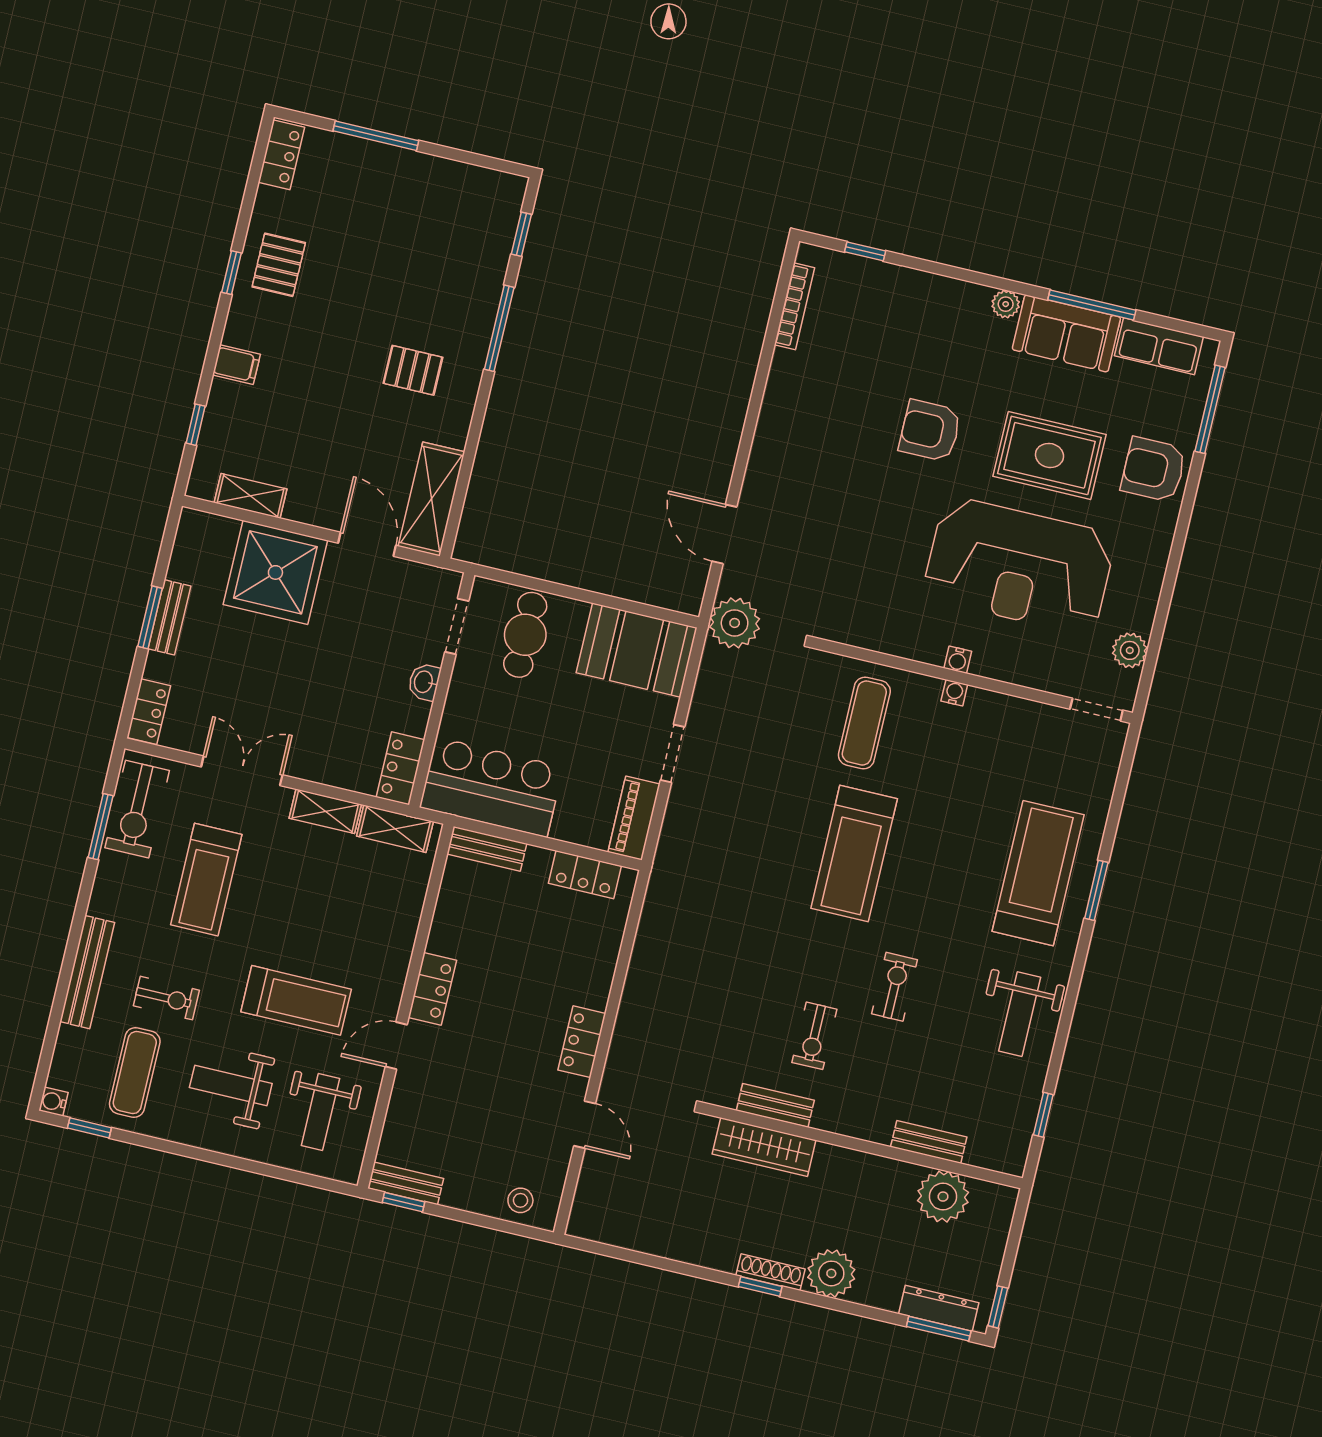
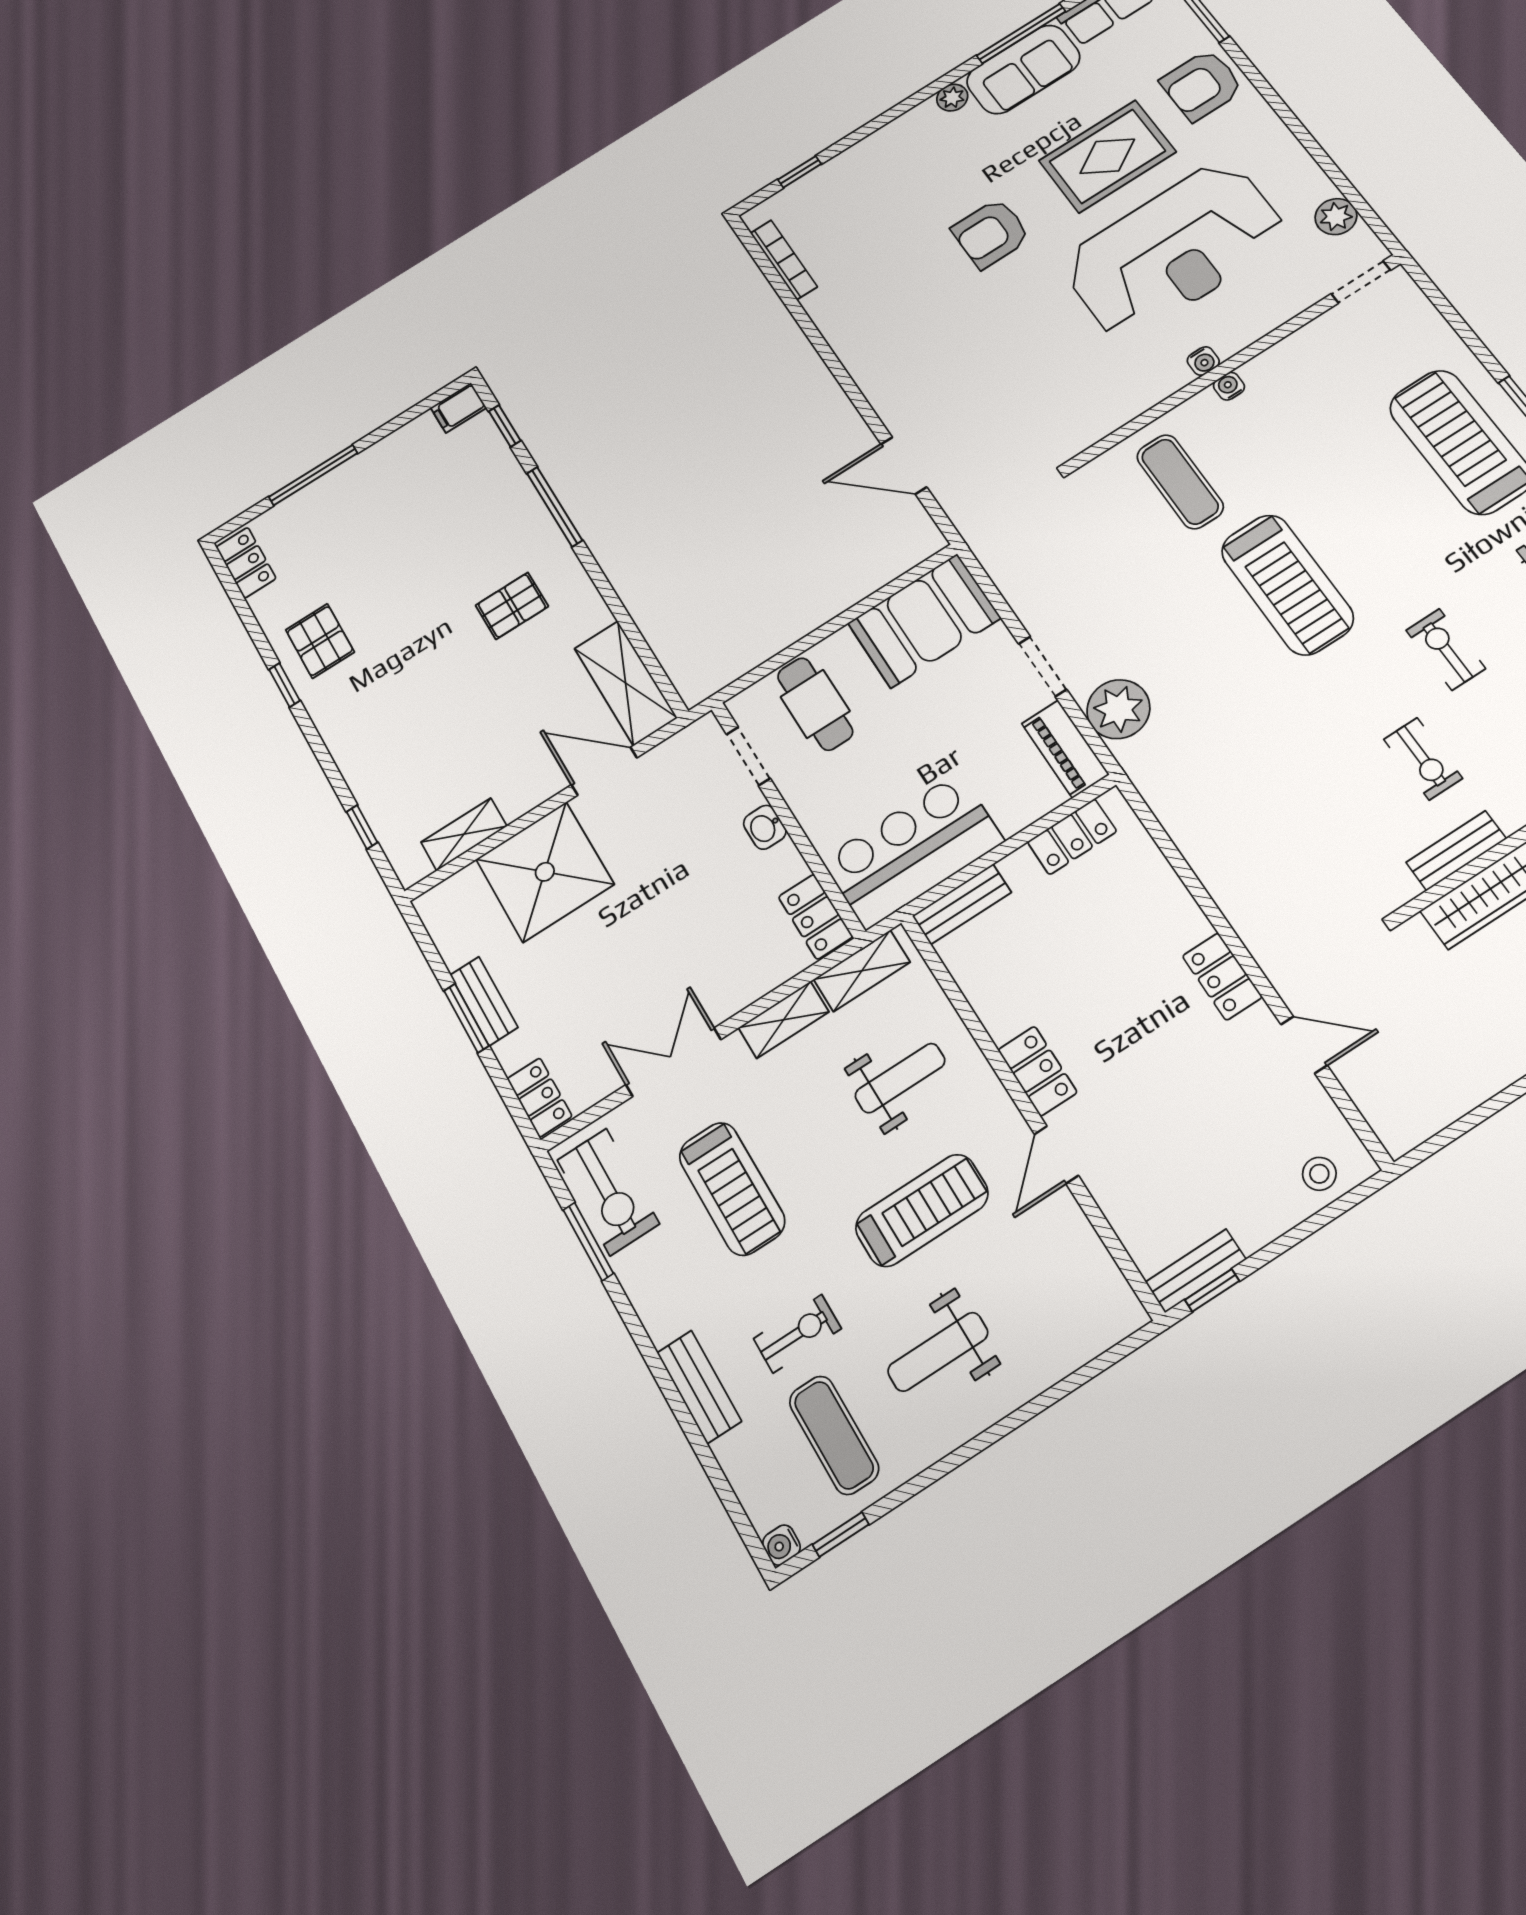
filing cabinet: (236, 365) -> (458, 408), moved, turned 180
plant: (735, 623) -> (1118, 709), moved
bench: (87, 972) -> (699, 1387), width x0.73
weight bench: (320, 1112) -> (900, 1078), moved, turned -90

